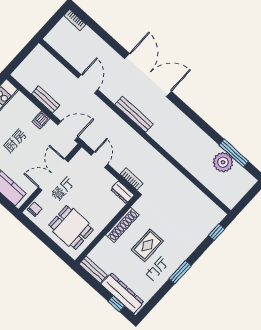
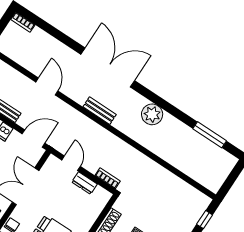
bench: (134, 114) -> (100, 111), width x0.73
plant: (223, 162) -> (152, 114), moved
dresser: (122, 192) -> (84, 183), moved

